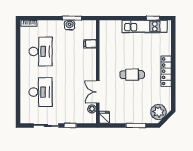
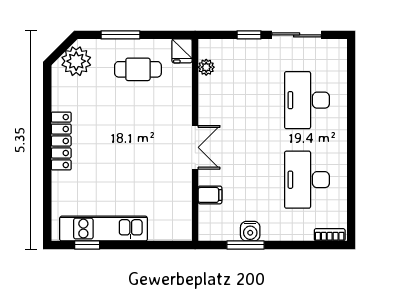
cafe table: (132, 75) -> (138, 69), moved
double door: (98, 92) -> (195, 147), moved

